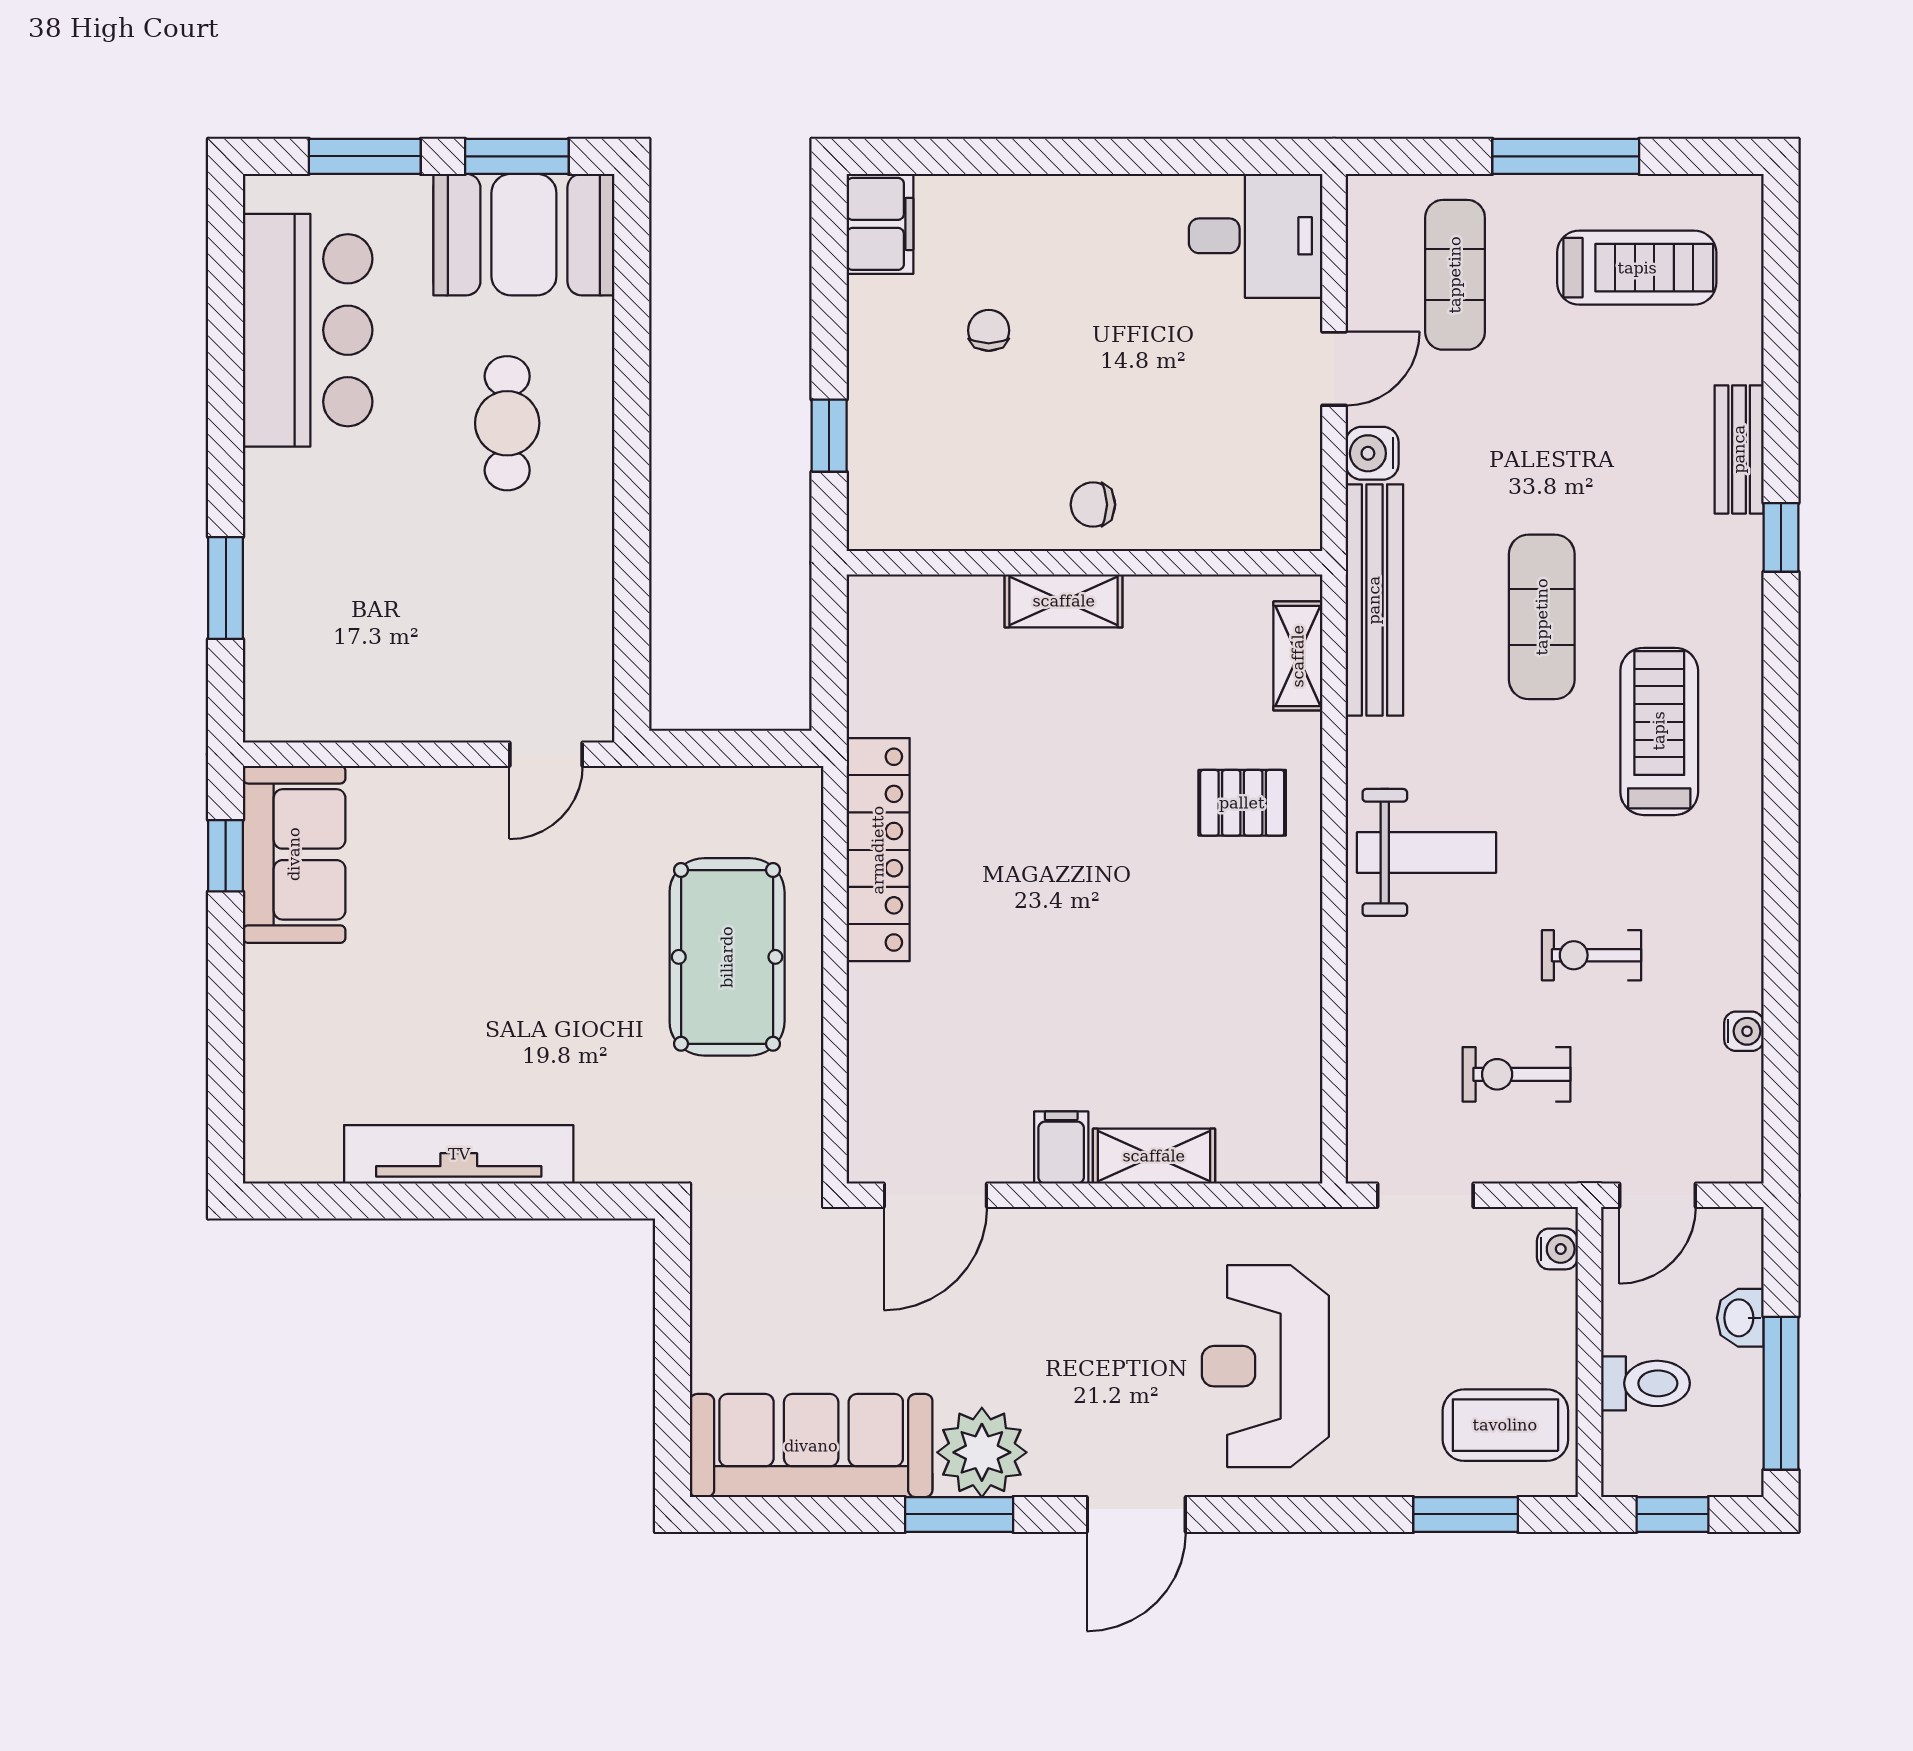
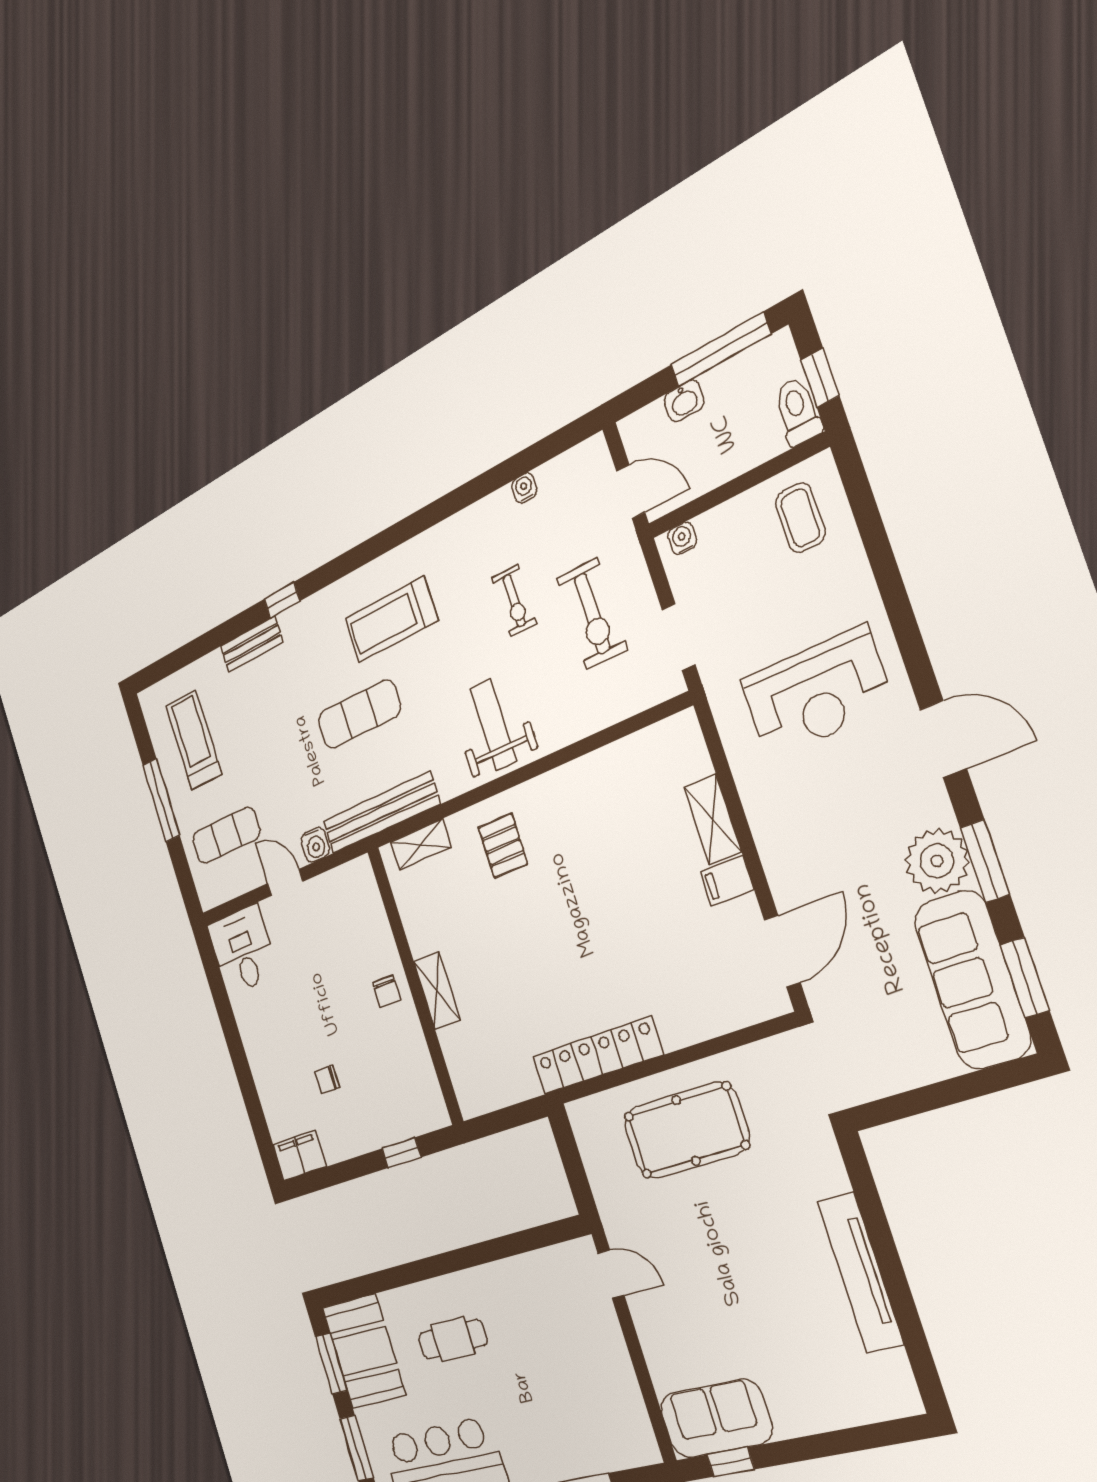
exercise bike: (1517, 1074) -> (592, 614), width x1.38, depth x1.39
door: (935, 1195) -> (782, 951), hinge flipped
toilet: (1645, 1383) -> (798, 411), moved
coffee table: (1505, 1425) -> (800, 518), width x0.73, depth x0.77
window: (1466, 1514) -> (1025, 978), moved

